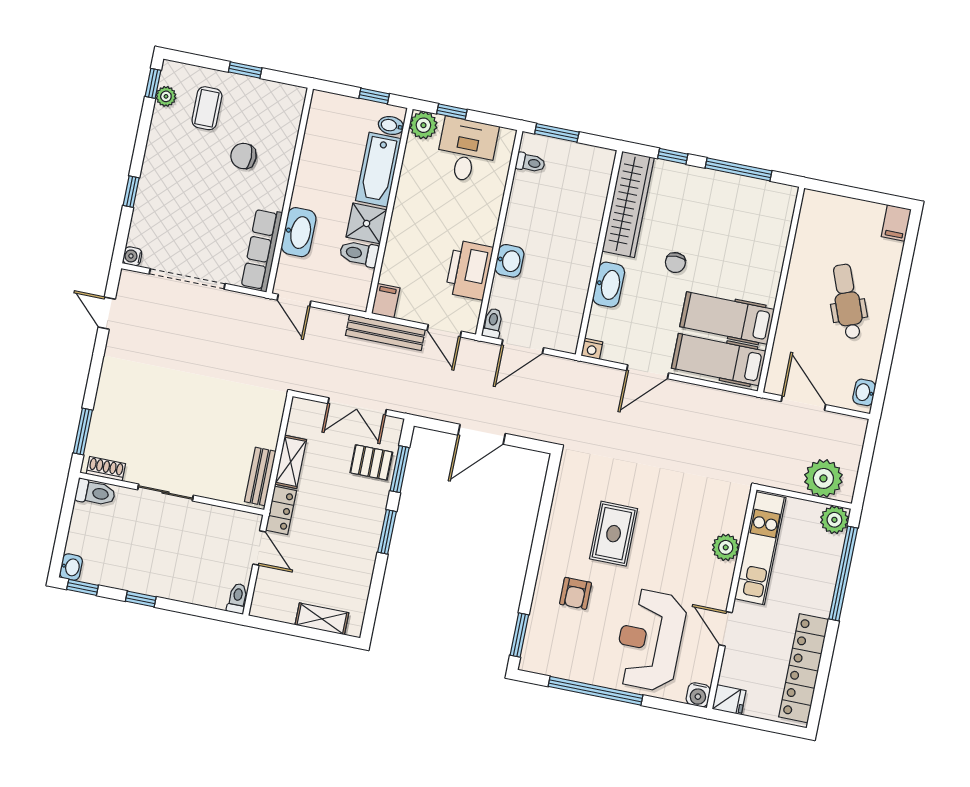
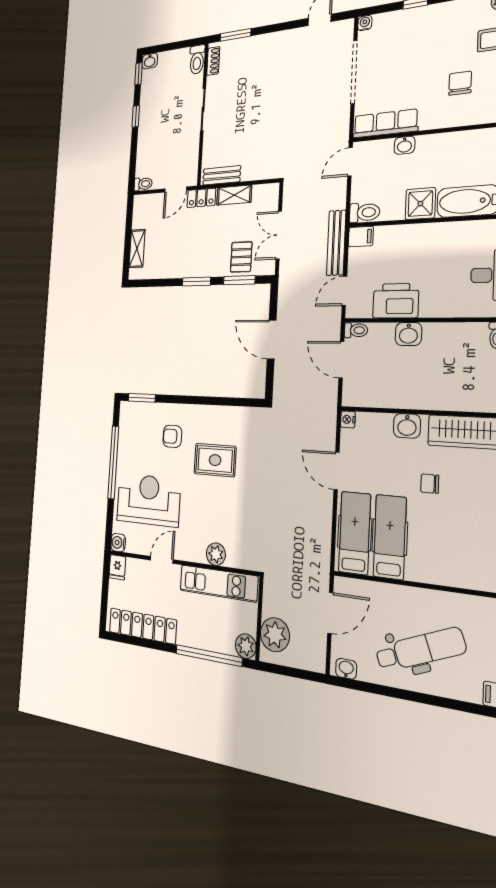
washbasin: (299, 232) -> (404, 145), width x0.52, depth x0.69
toilet: (359, 253) -> (365, 212), moved, turned 90
washbasin: (609, 285) -> (407, 426), width x0.72
dental chair: (847, 301) -> (420, 650), width x1.36, depth x1.38

